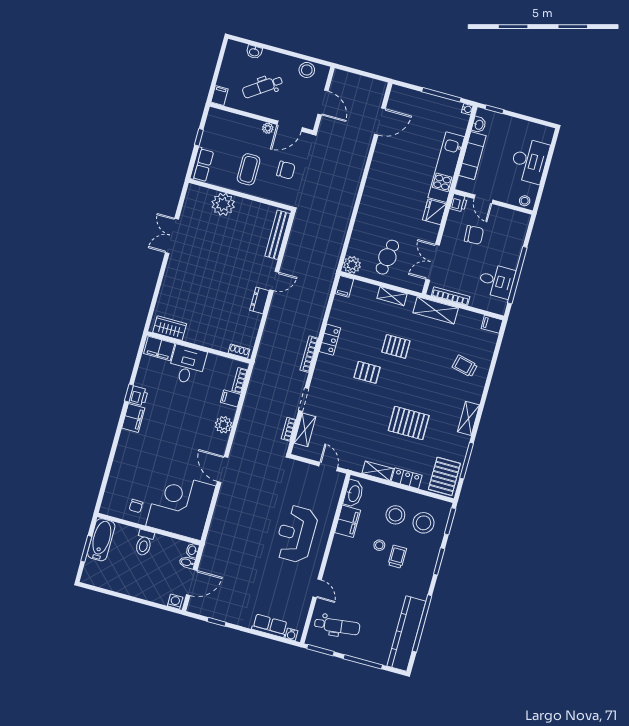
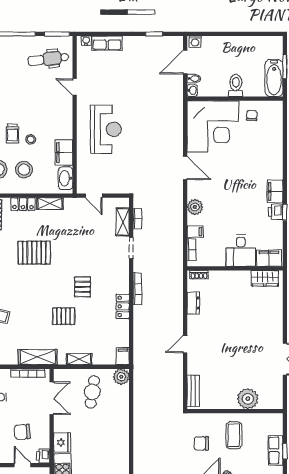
row of seats: (202, 165) -> (276, 450), moved
bench: (278, 235) -> (193, 391), width x0.73
dresser: (259, 300) -> (193, 303), moved
pallet: (367, 372) -> (83, 287), turned 90

